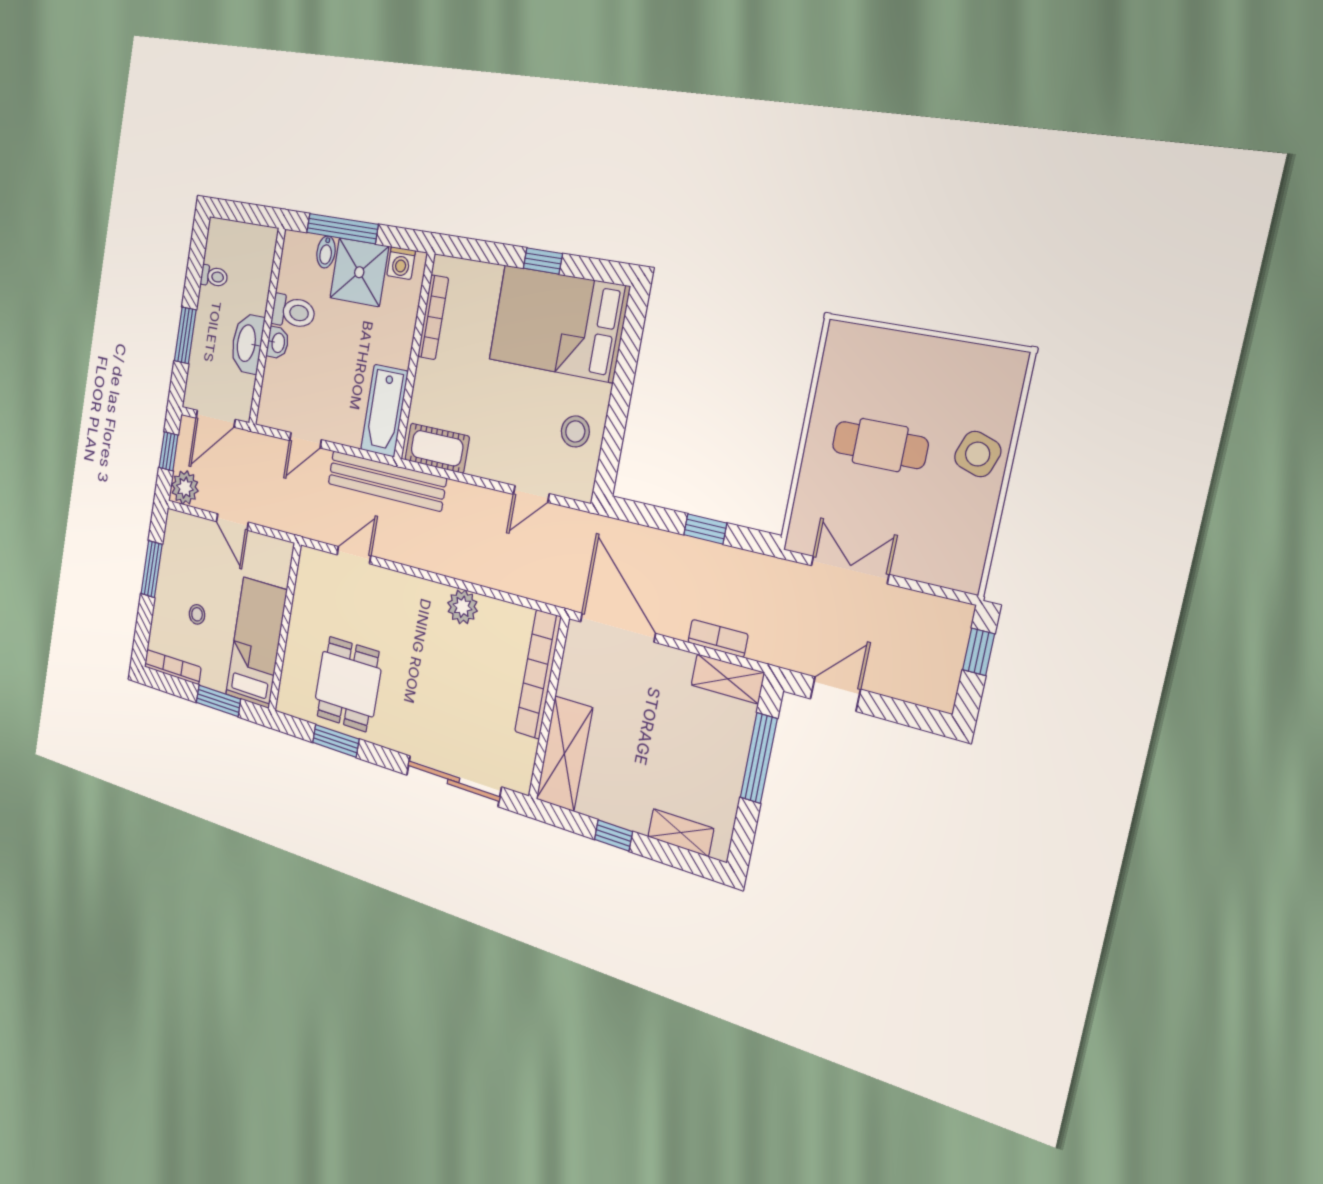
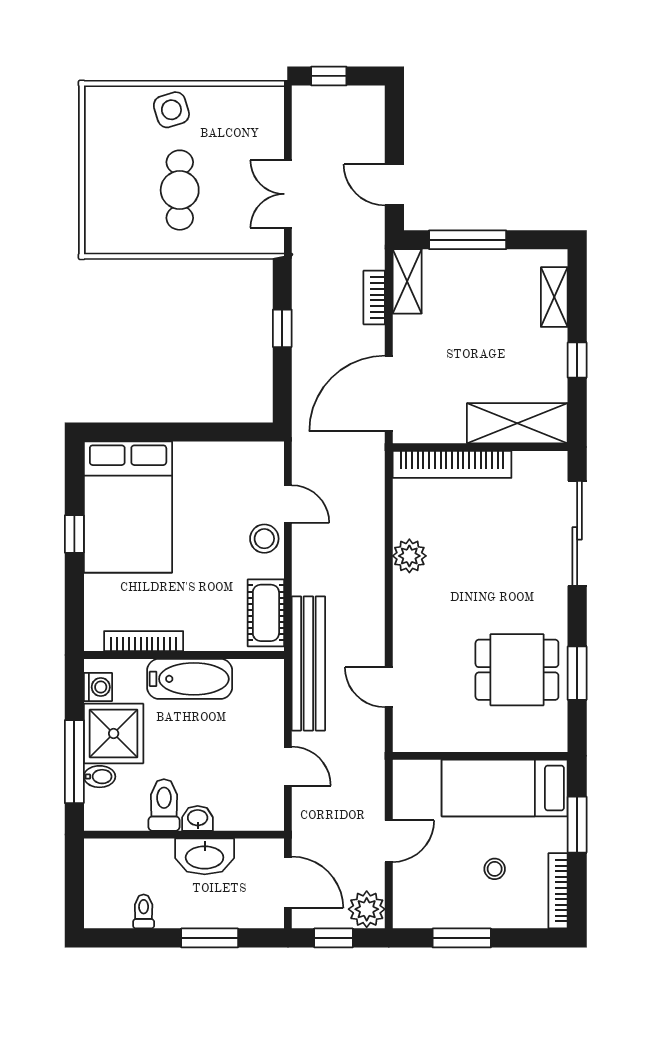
bathtub: (384, 411) -> (190, 679), moved
stool: (575, 431) -> (264, 539), moved
side table: (978, 454) -> (171, 110), turned -36

